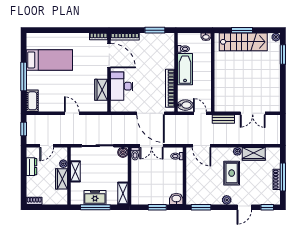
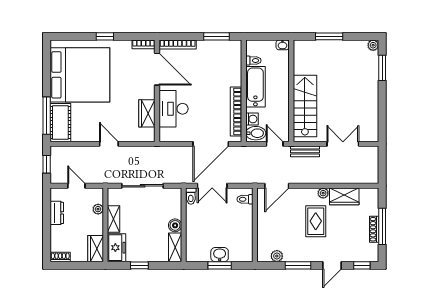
window: (69, 30) -> (105, 36), added
stairs: (243, 42) -> (305, 106), moved, turned -90
bed: (49, 60) -> (80, 75), width x2.04
window: (24, 77) -> (47, 116), moved
washing machine: (182, 94) -> (252, 119), added
cot: (32, 101) -> (60, 123), width x1.37, depth x1.34
door: (151, 113) -> (211, 144), hinge flipped
double door: (253, 113) -> (343, 144), swing flipped
door: (47, 146) -> (76, 186), swing flipped
door: (202, 146) -> (277, 186), hinge flipped
boiler: (123, 152) -> (175, 225), moved
wardrobe: (61, 179) -> (96, 249), moved
freezer: (95, 197) -> (117, 248), moved, turned 90
washbasin: (176, 199) -> (220, 255), moved
plant: (227, 200) -> (277, 256), moved
window: (95, 207) -> (139, 265), width x0.46
window: (201, 207) -> (298, 265), moved

